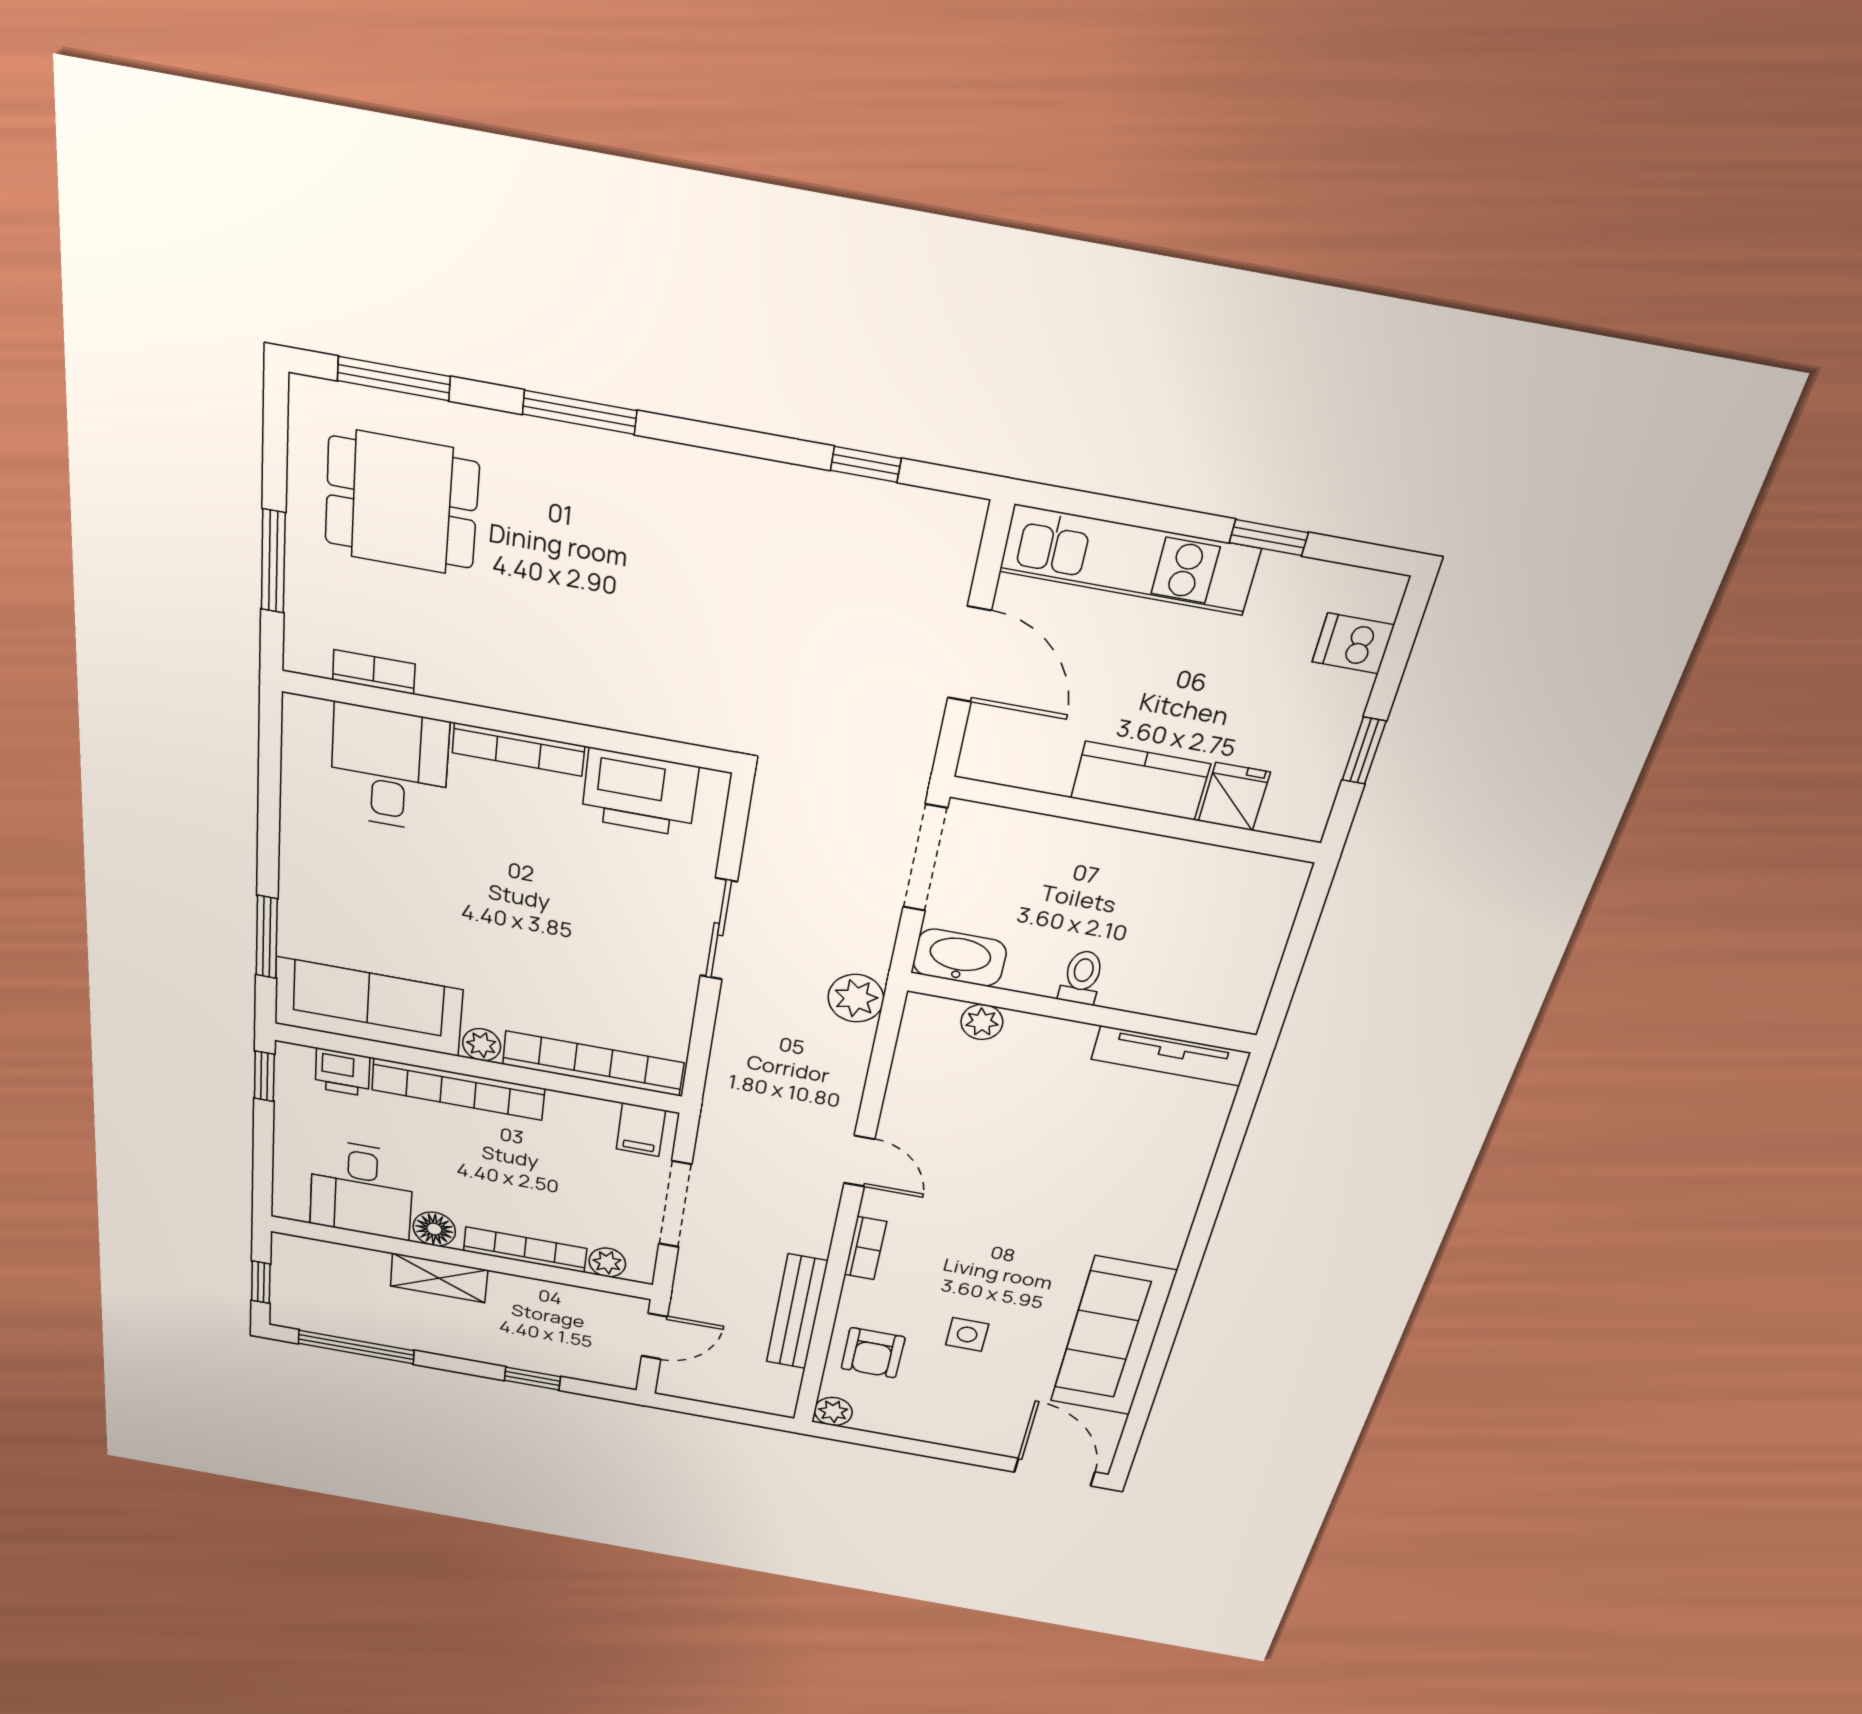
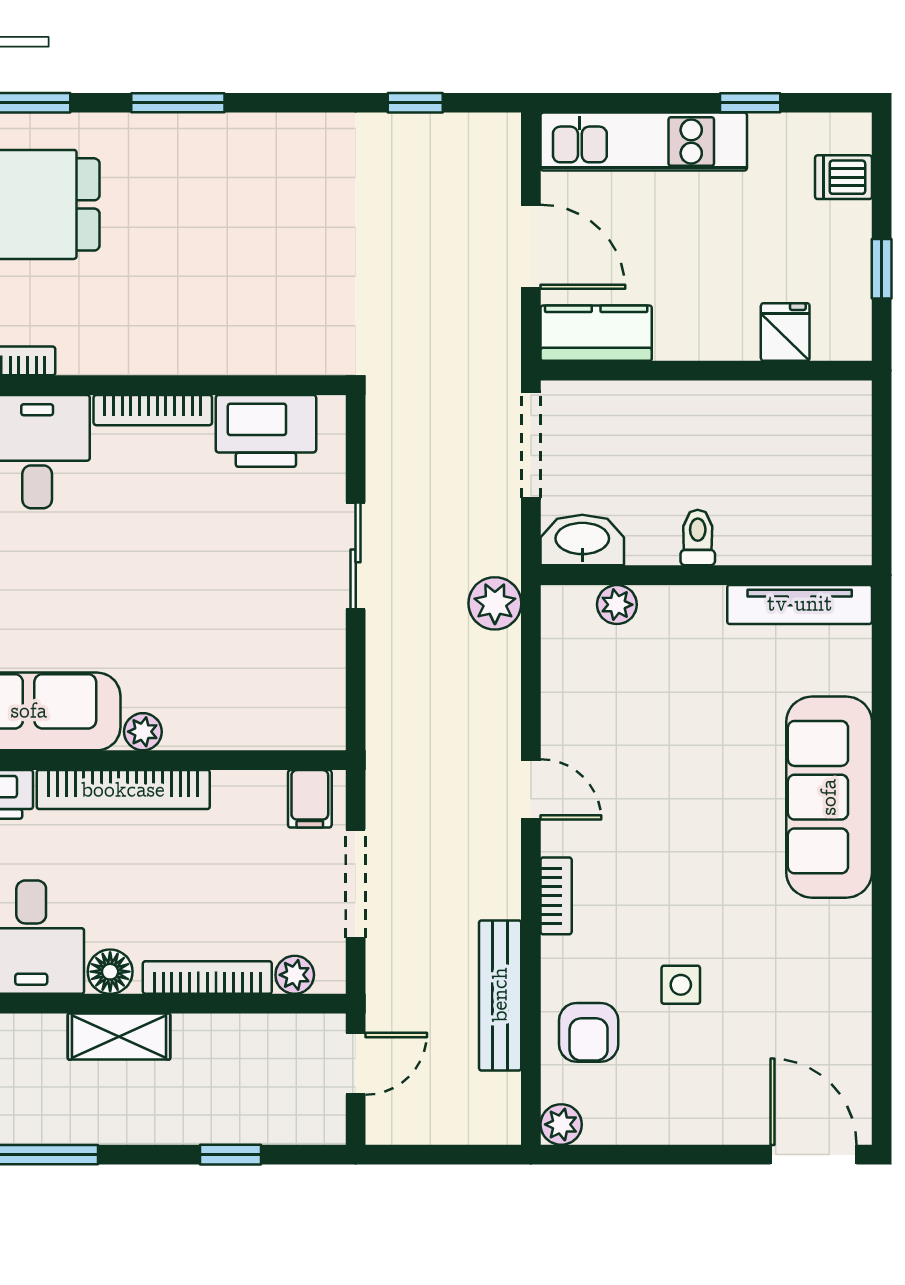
kitchen counter: (1140, 781) -> (596, 333), moved
bookcase: (593, 1064) -> (254, 730), removed
sofa: (1113, 1337) -> (829, 797), moved

